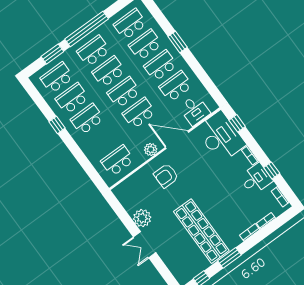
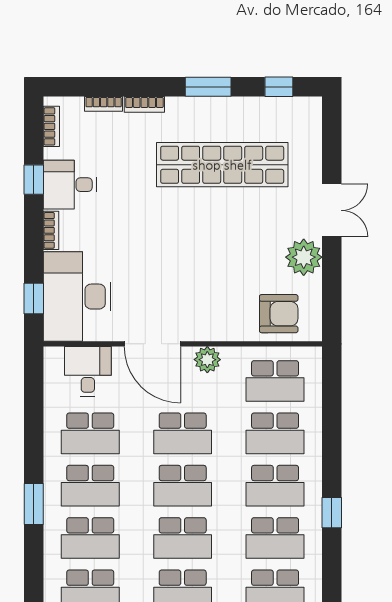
school desk: (102, 140) -> (275, 433), added
armchair: (166, 176) -> (279, 314), moved
shop shelf: (201, 231) -> (222, 165), turned 90

